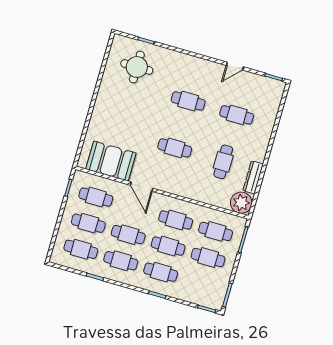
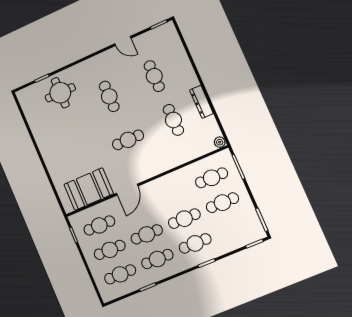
door: (235, 66) -> (123, 41), hinge flipped
round table: (137, 67) -> (60, 93), moved
cafe table: (188, 101) -> (109, 96), turned 90
cafe table: (237, 115) -> (154, 76), turned 90
dresser: (253, 177) -> (201, 102), moved
door: (142, 187) -> (127, 190), hinge flipped
plant: (241, 203) -> (220, 142), width x0.53, depth x0.53
cafe table: (176, 220) -> (174, 194), removed

